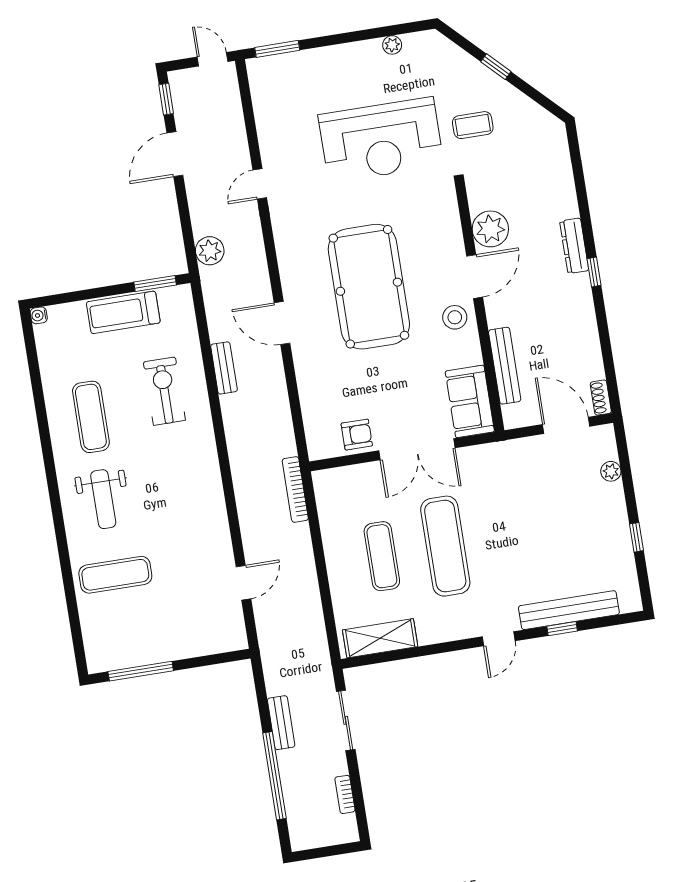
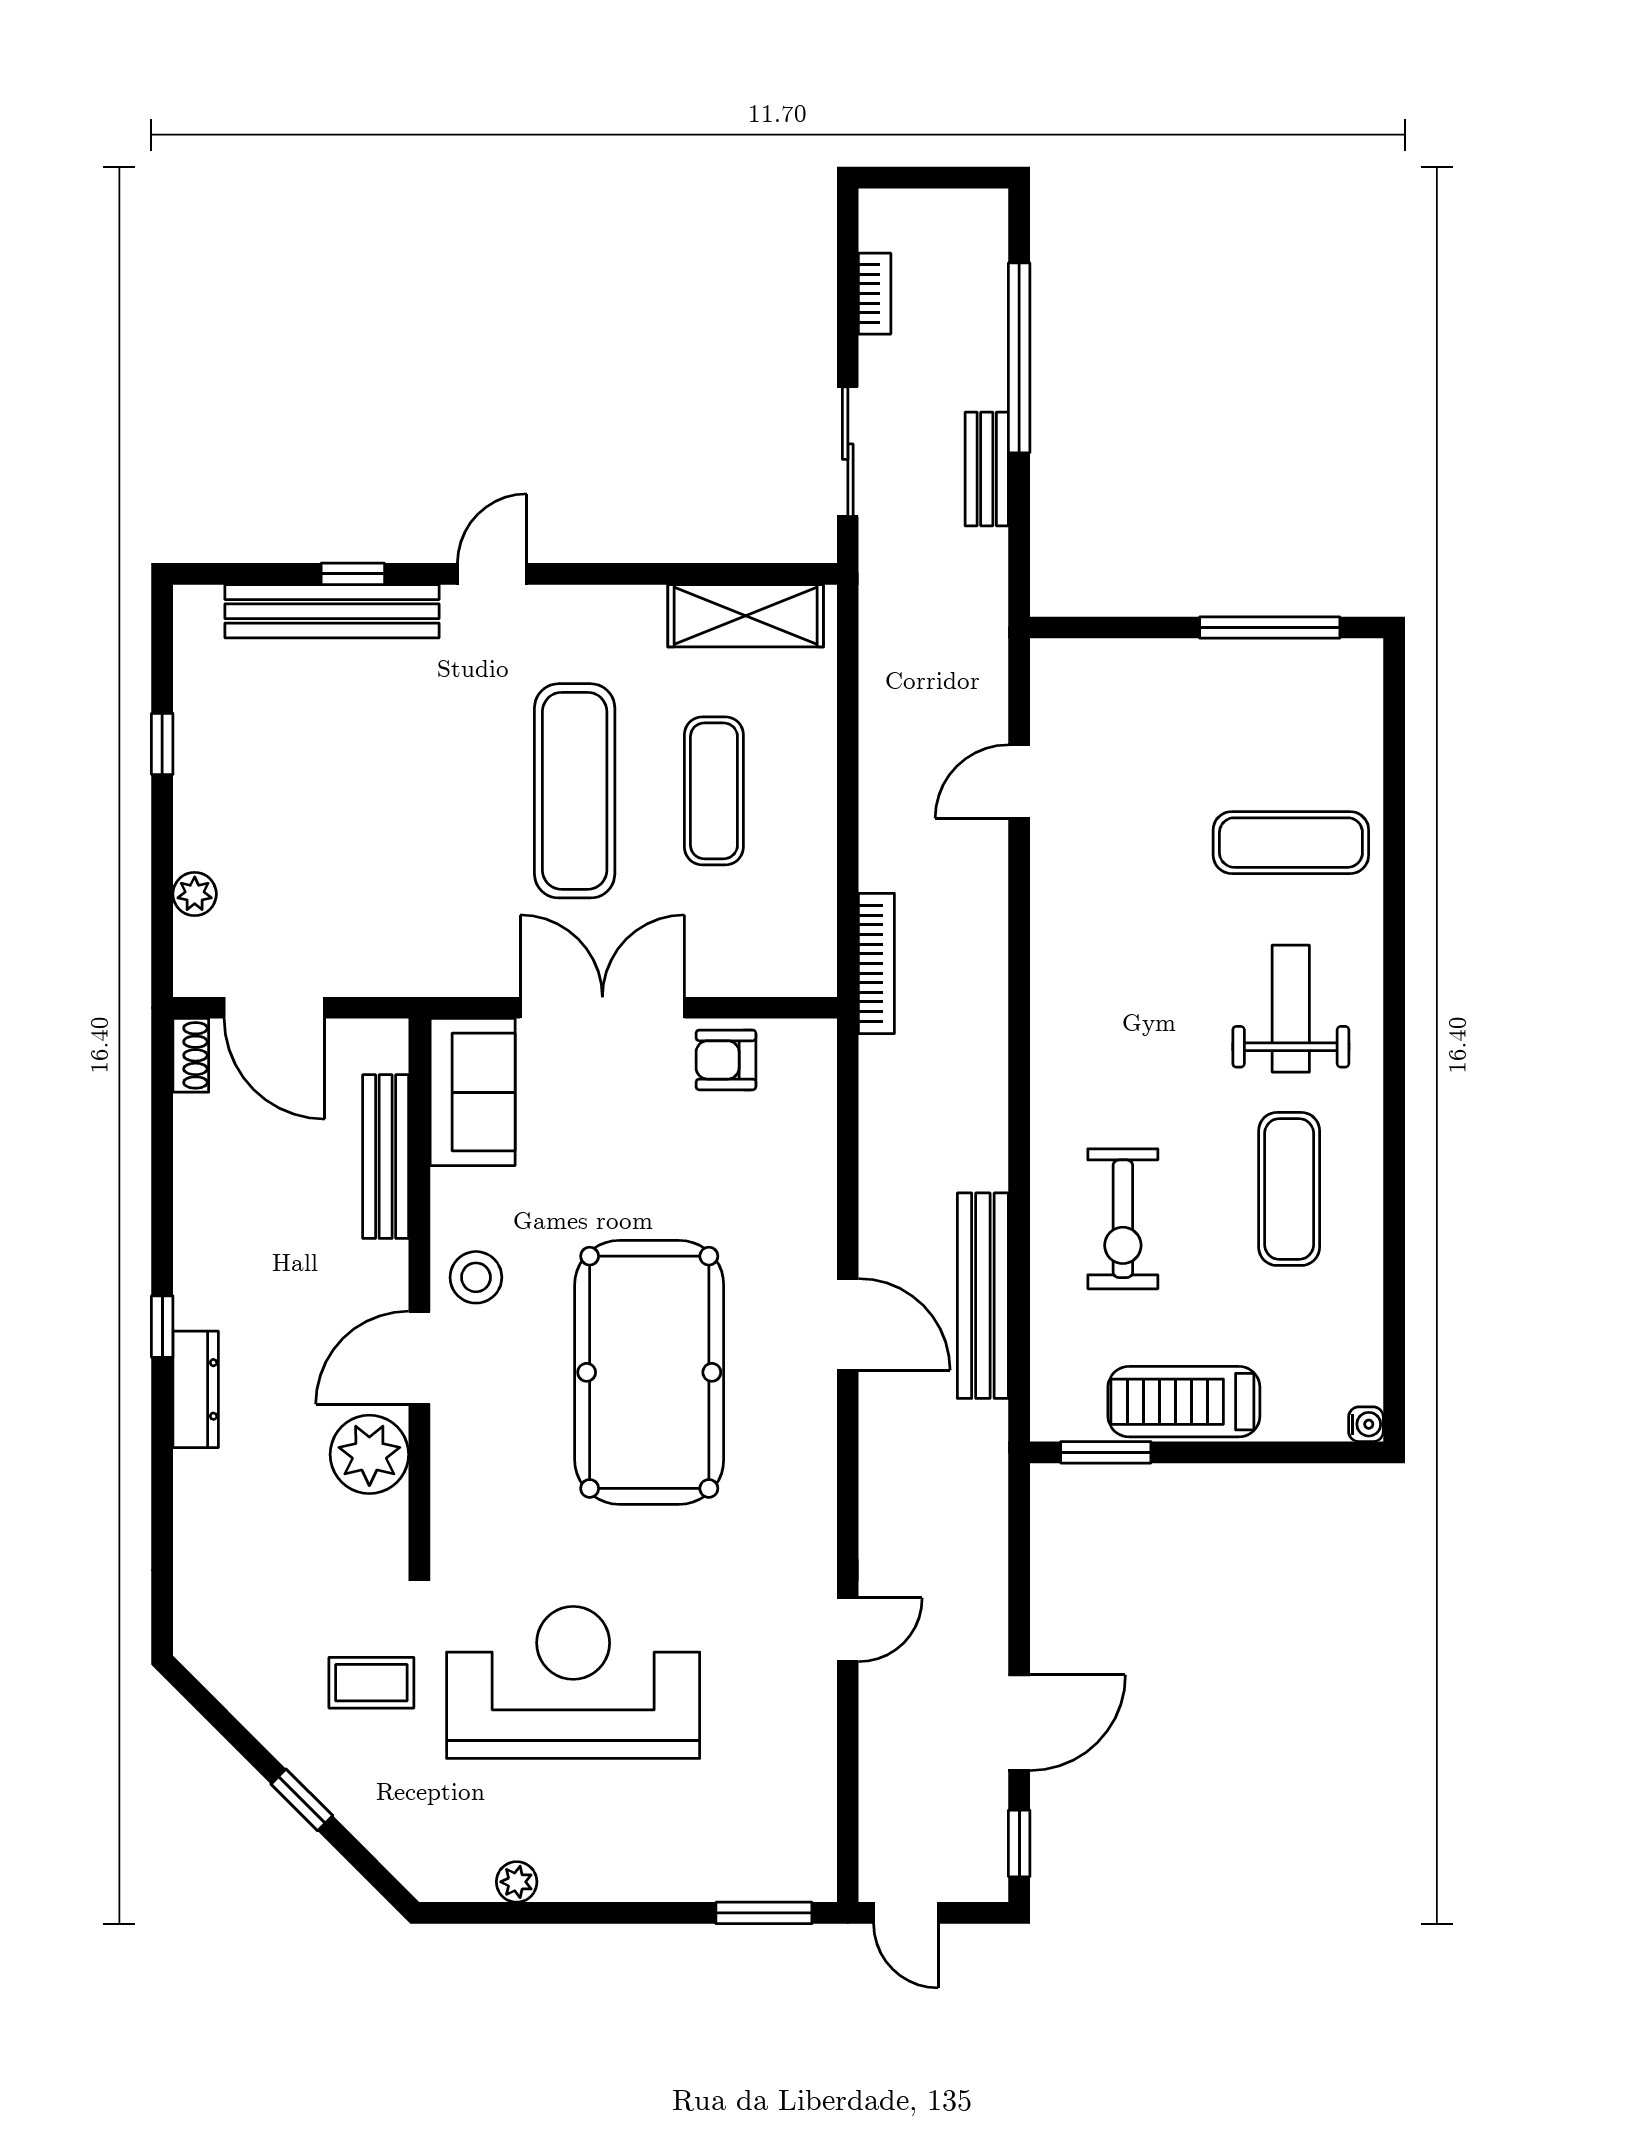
plant: (210, 251) -> (978, 1504), removed
treadmill: (123, 312) -> (1184, 1402), turned 180
bench: (224, 368) -> (983, 1296), width x1.86, depth x1.21

